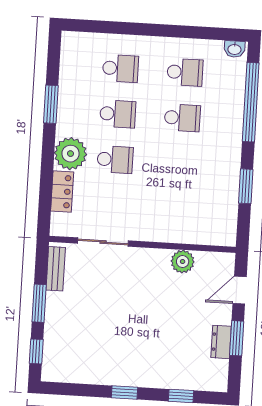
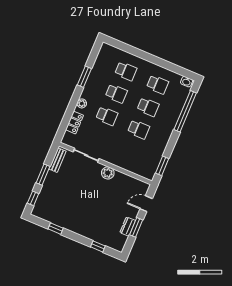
plant: (70, 154) -> (82, 103), width x0.53, depth x0.53
school desk: (180, 163) -> (139, 129), added
window: (246, 186) -> (162, 166), moved
plant: (183, 262) -> (108, 173), moved
window: (125, 393) -> (56, 229), moved

